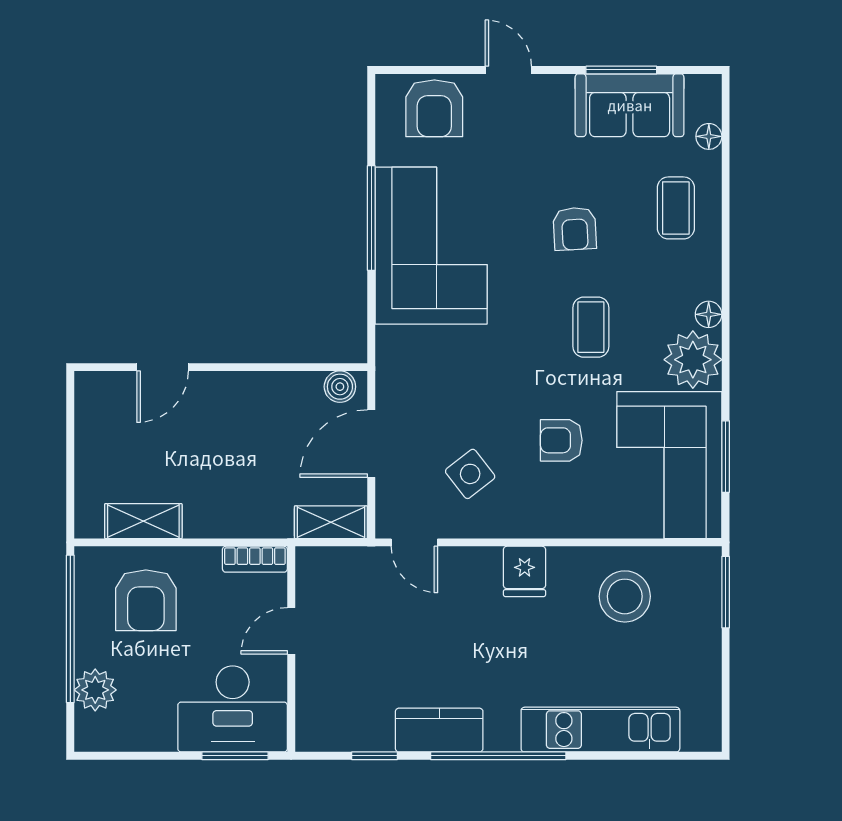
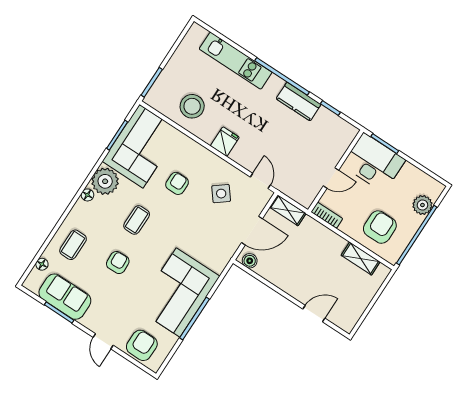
armchair: (561, 440) -> (177, 183), turned -90

